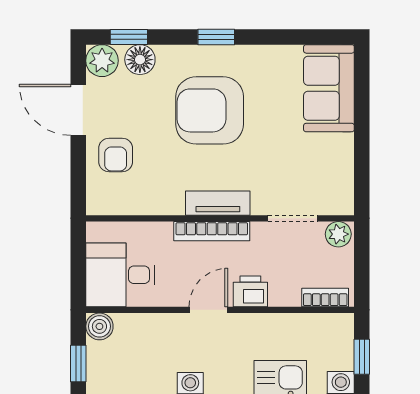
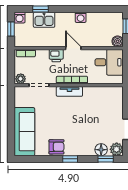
sofa: (329, 88) -> (24, 132), width x1.36
armchair: (210, 110) -> (56, 147), moved, width x0.53, depth x0.53
armchair: (116, 155) -> (111, 111), removed
door: (208, 310) -> (73, 48), swing flipped

